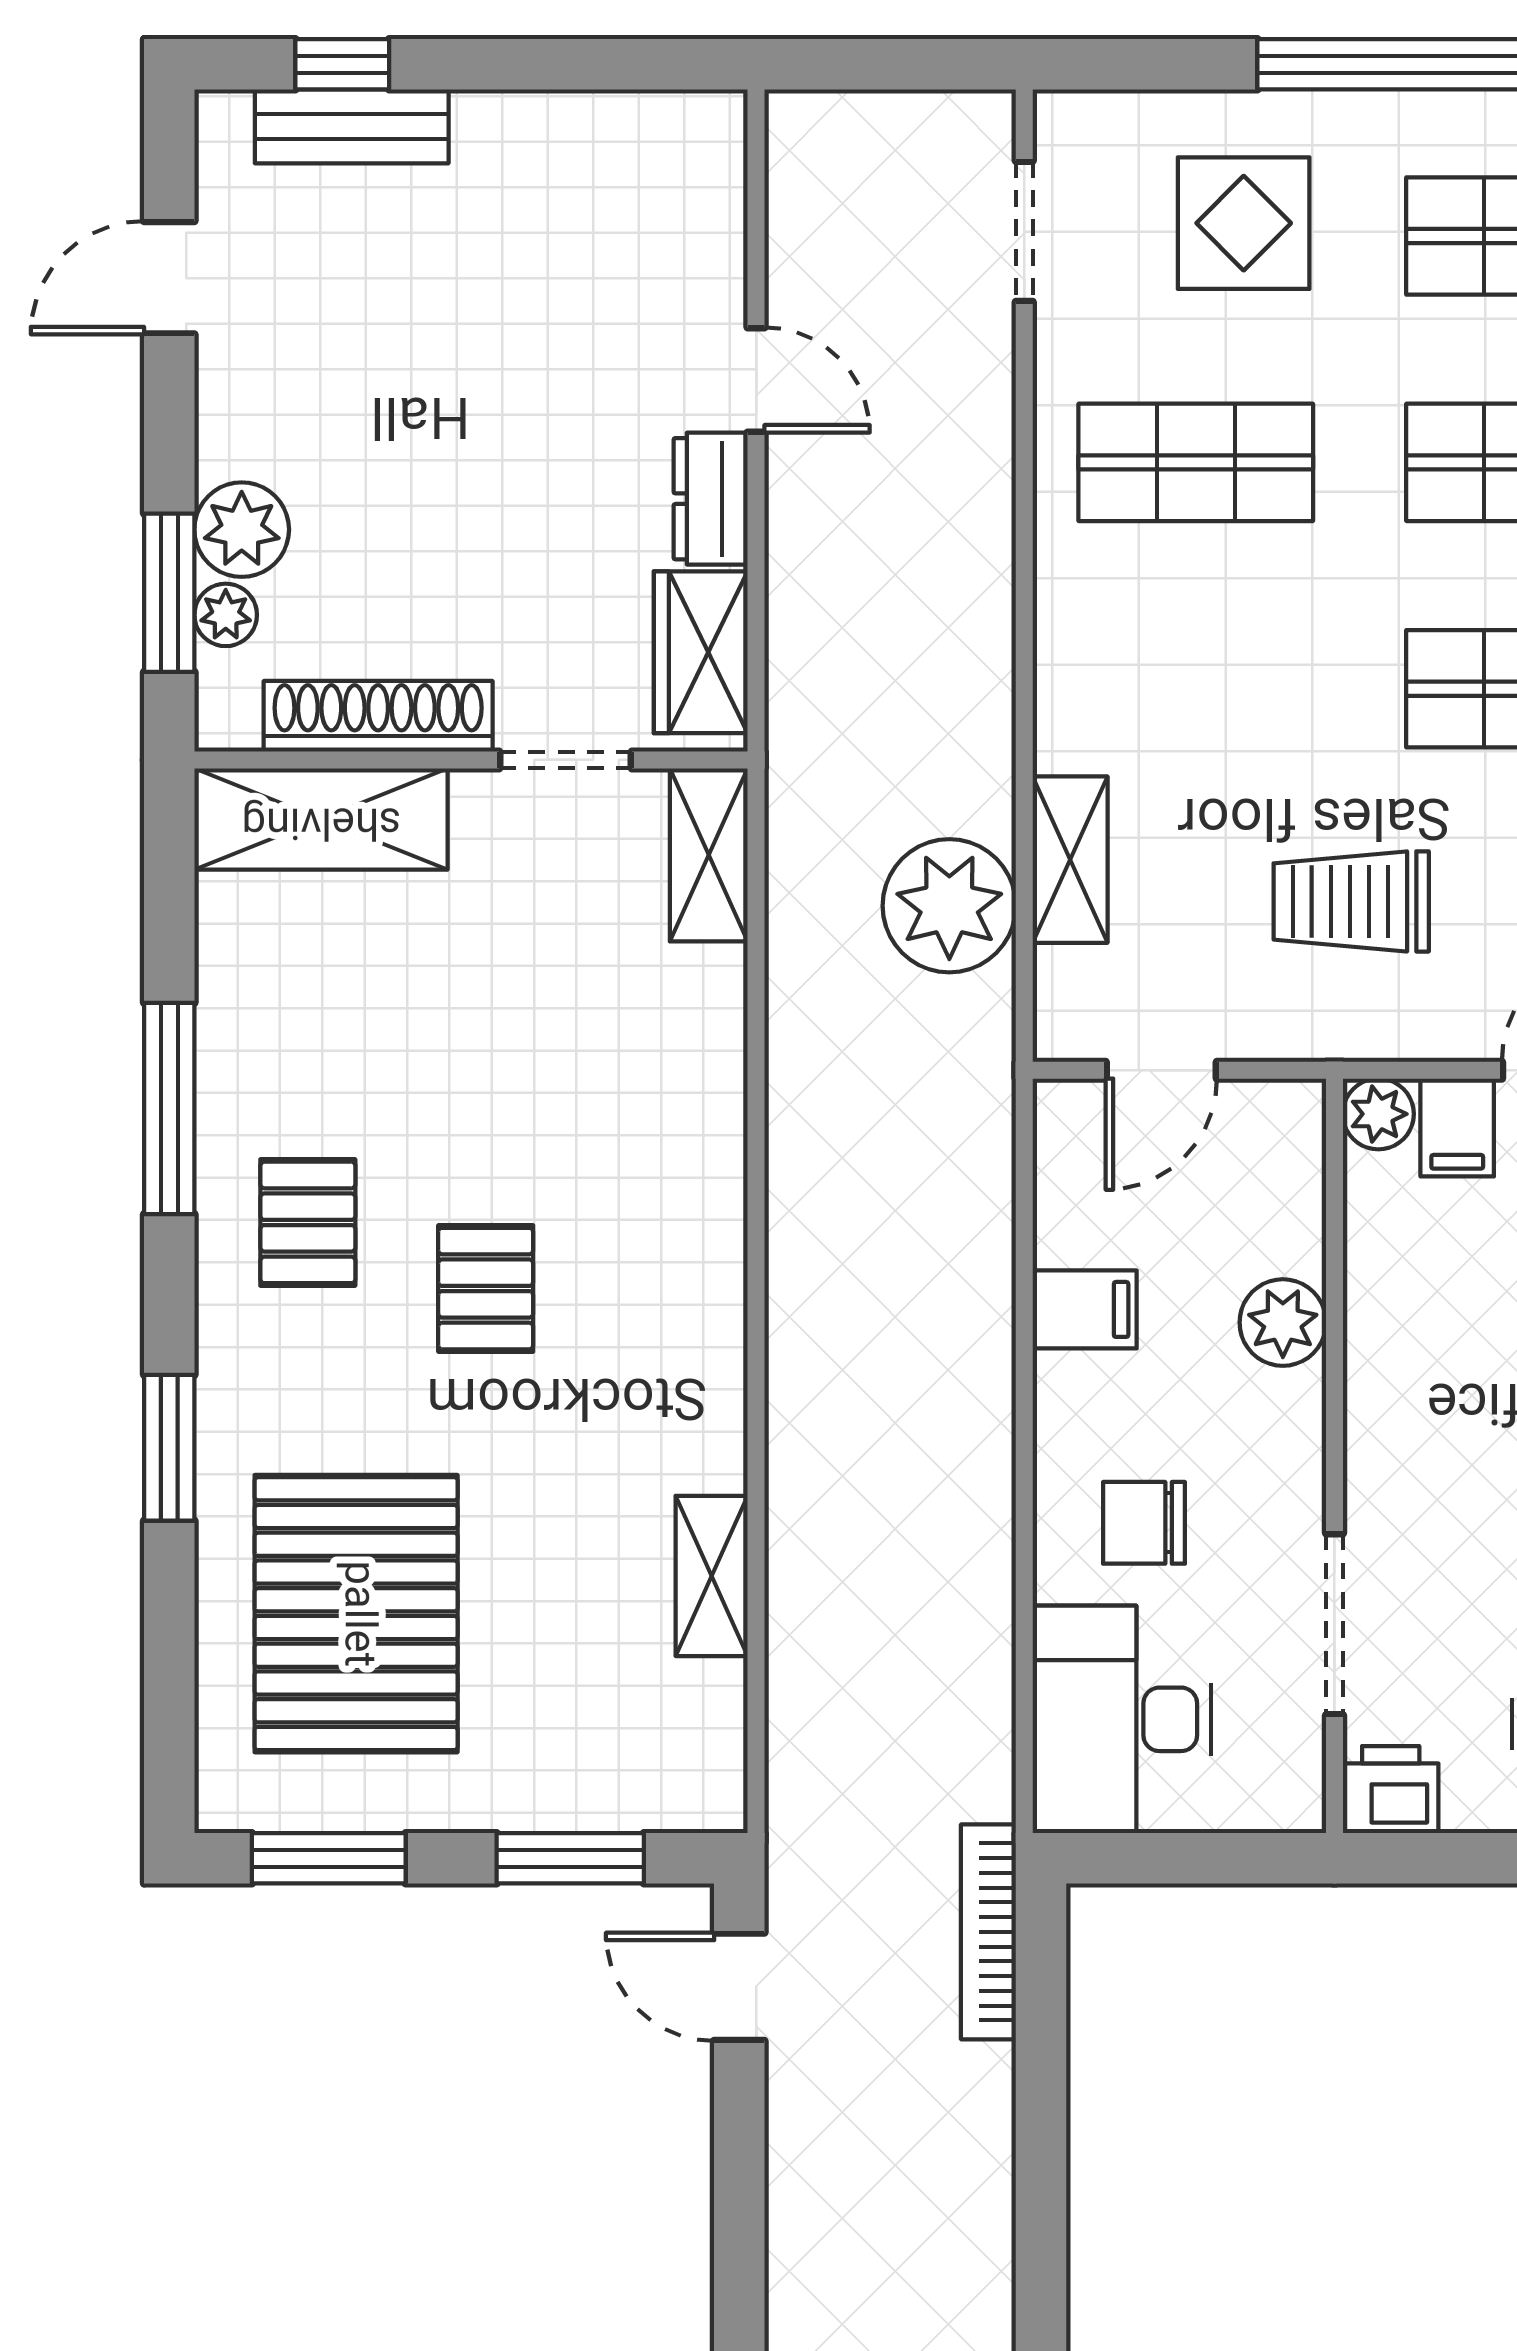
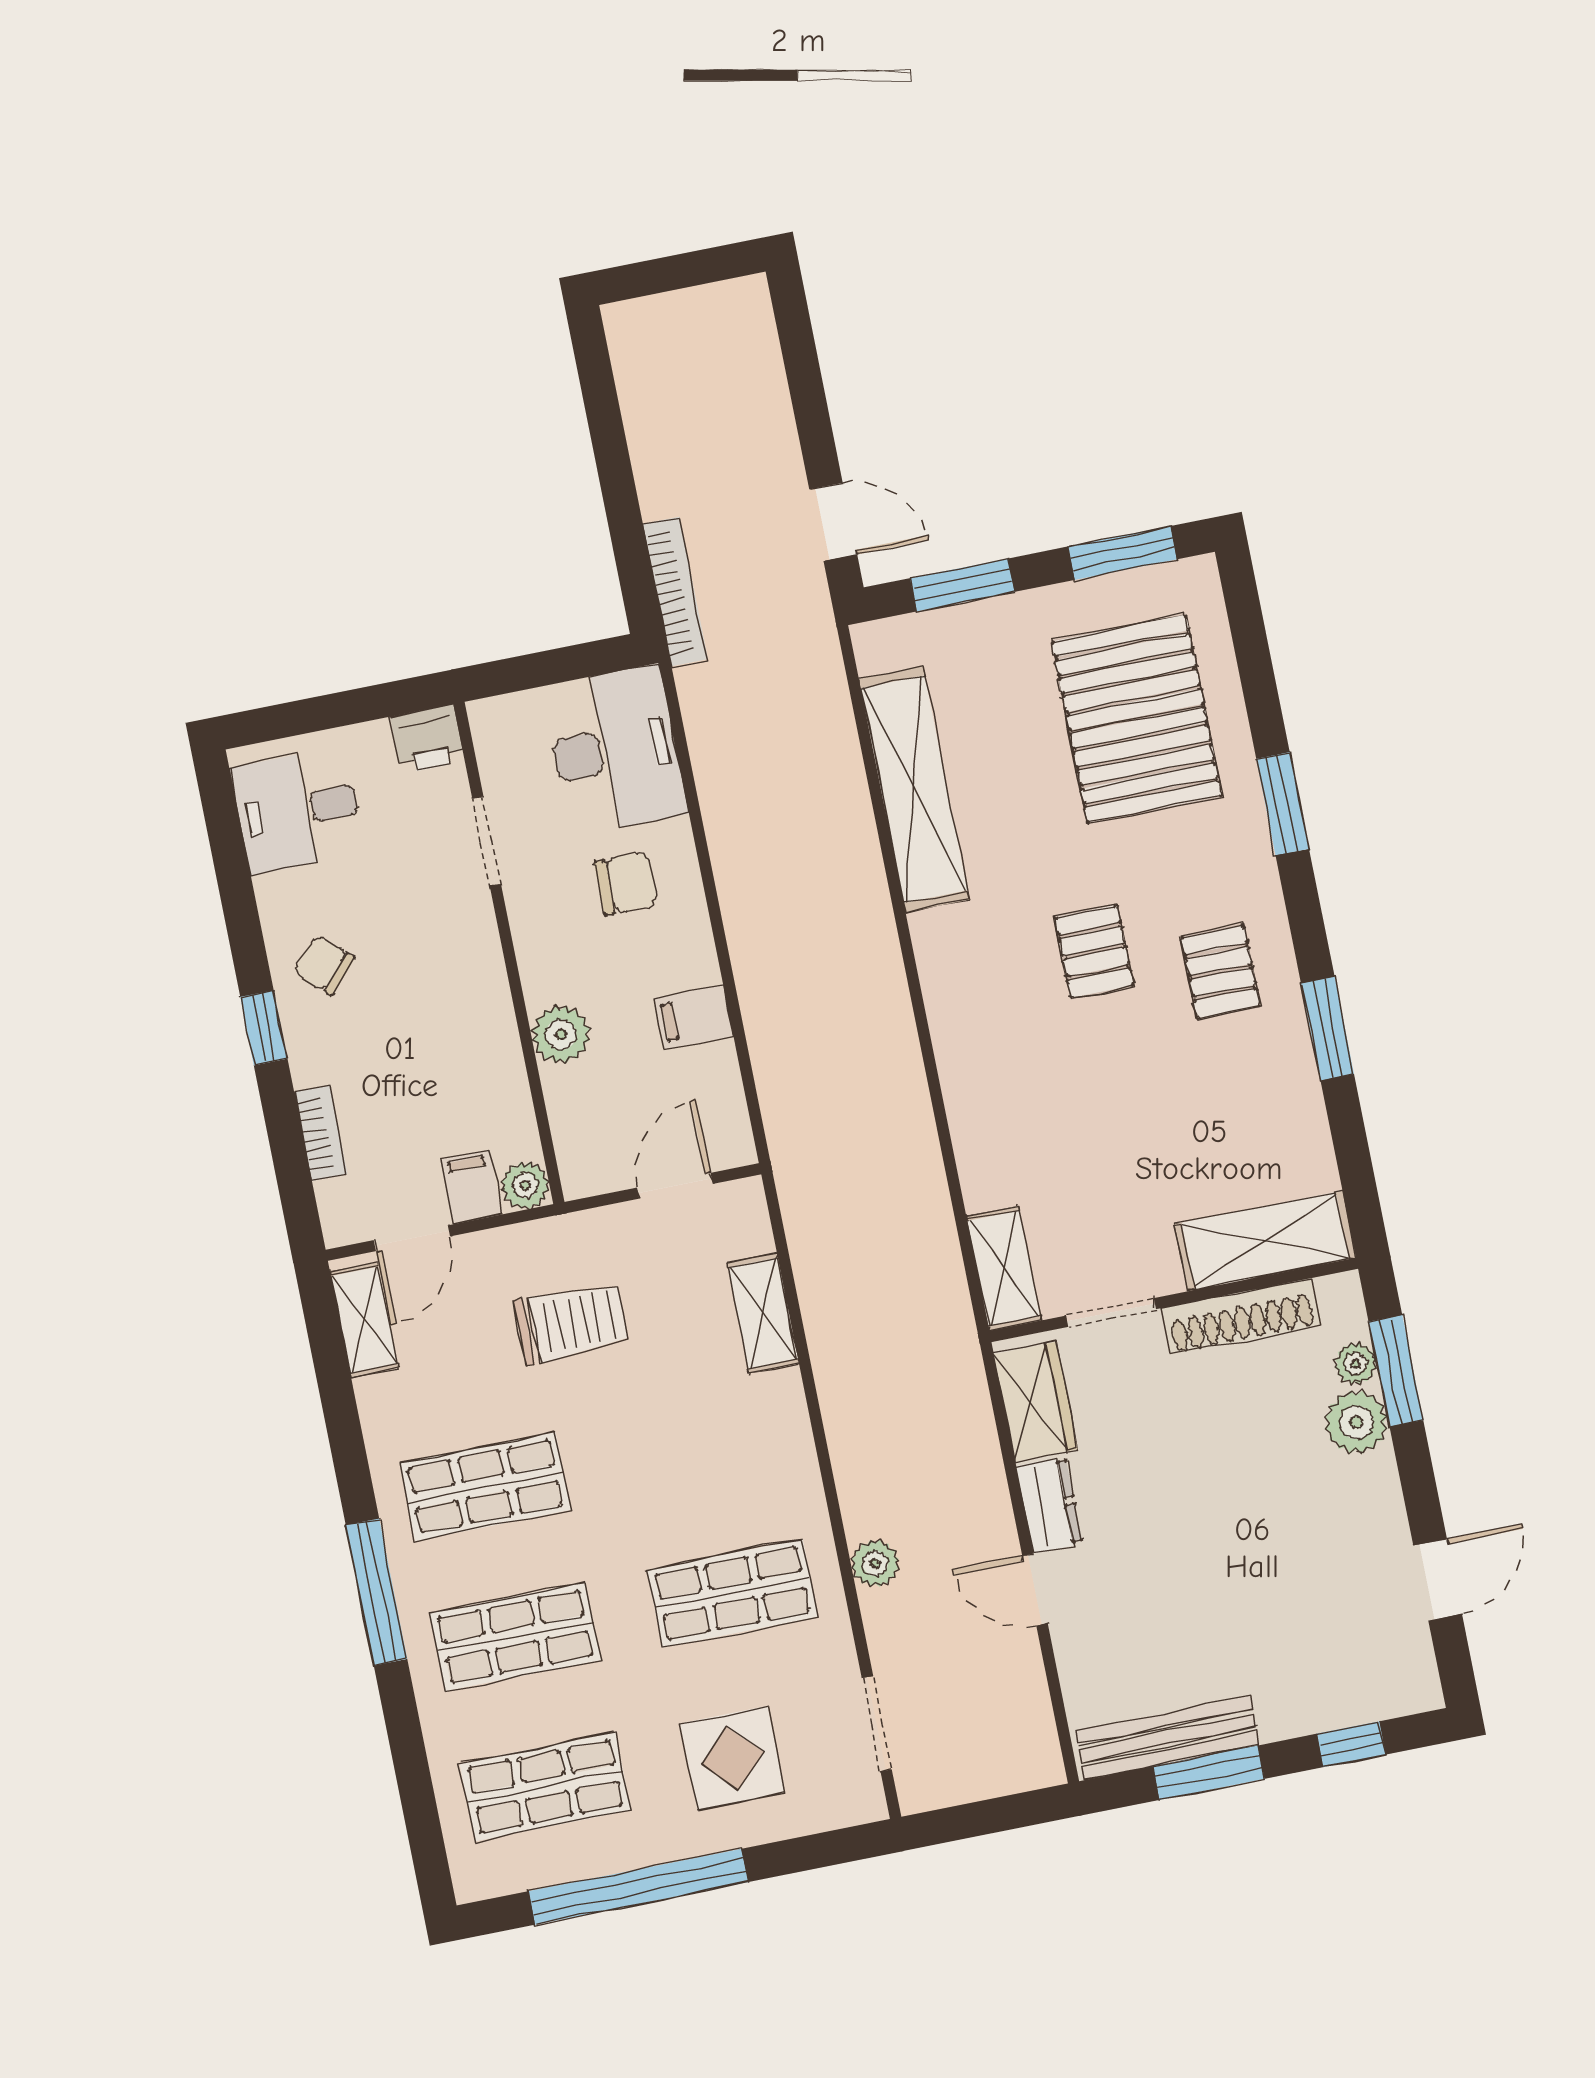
window: (557, 64) -> (1209, 1773), added
bench: (352, 126) -> (1167, 1738), moved, width x1.36
plant: (949, 906) -> (875, 1563), moved, width x0.53, depth x0.53
window: (169, 1109) -> (1328, 1029), width x0.69
shelving: (712, 1576) -> (914, 789), width x2.20, depth x1.33
doorway: (1334, 1624) -> (487, 841), width x0.73

